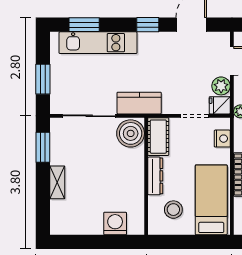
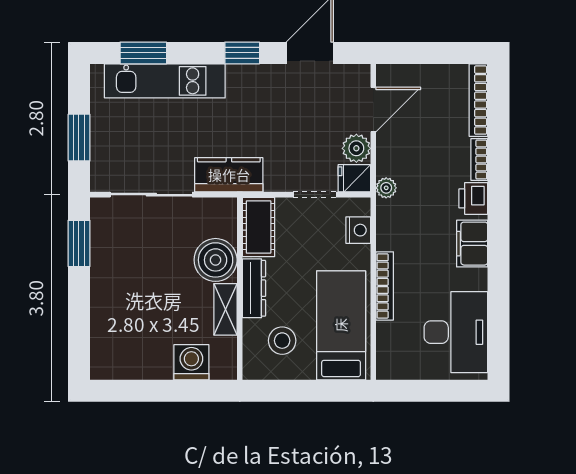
boiler: (131, 133) -> (216, 260), moved
shelving: (57, 182) -> (225, 309), moved

